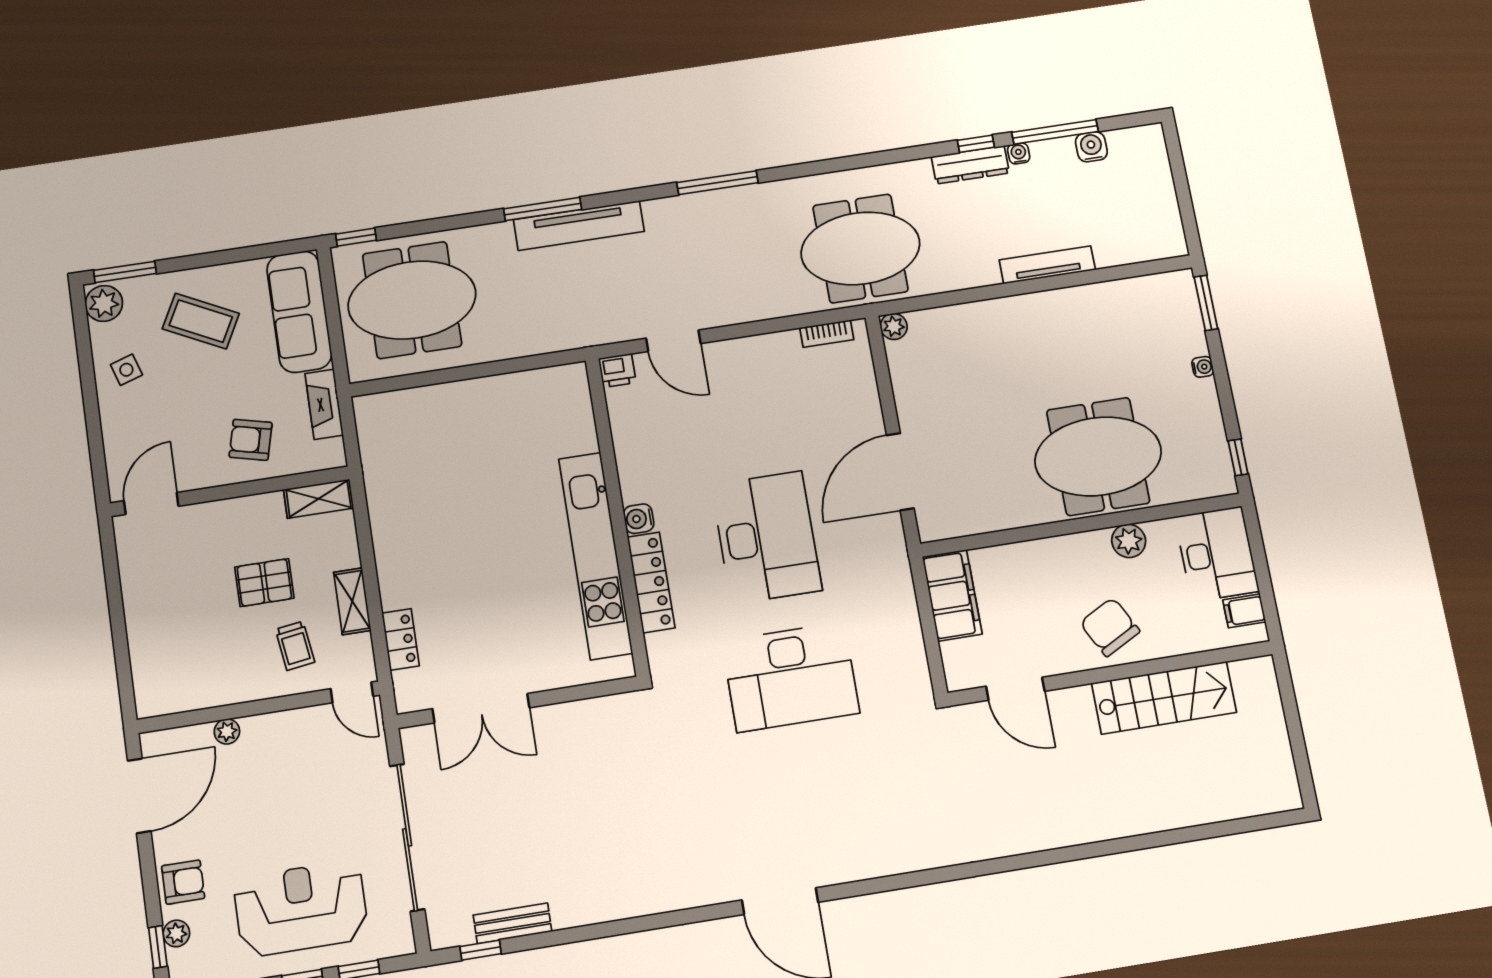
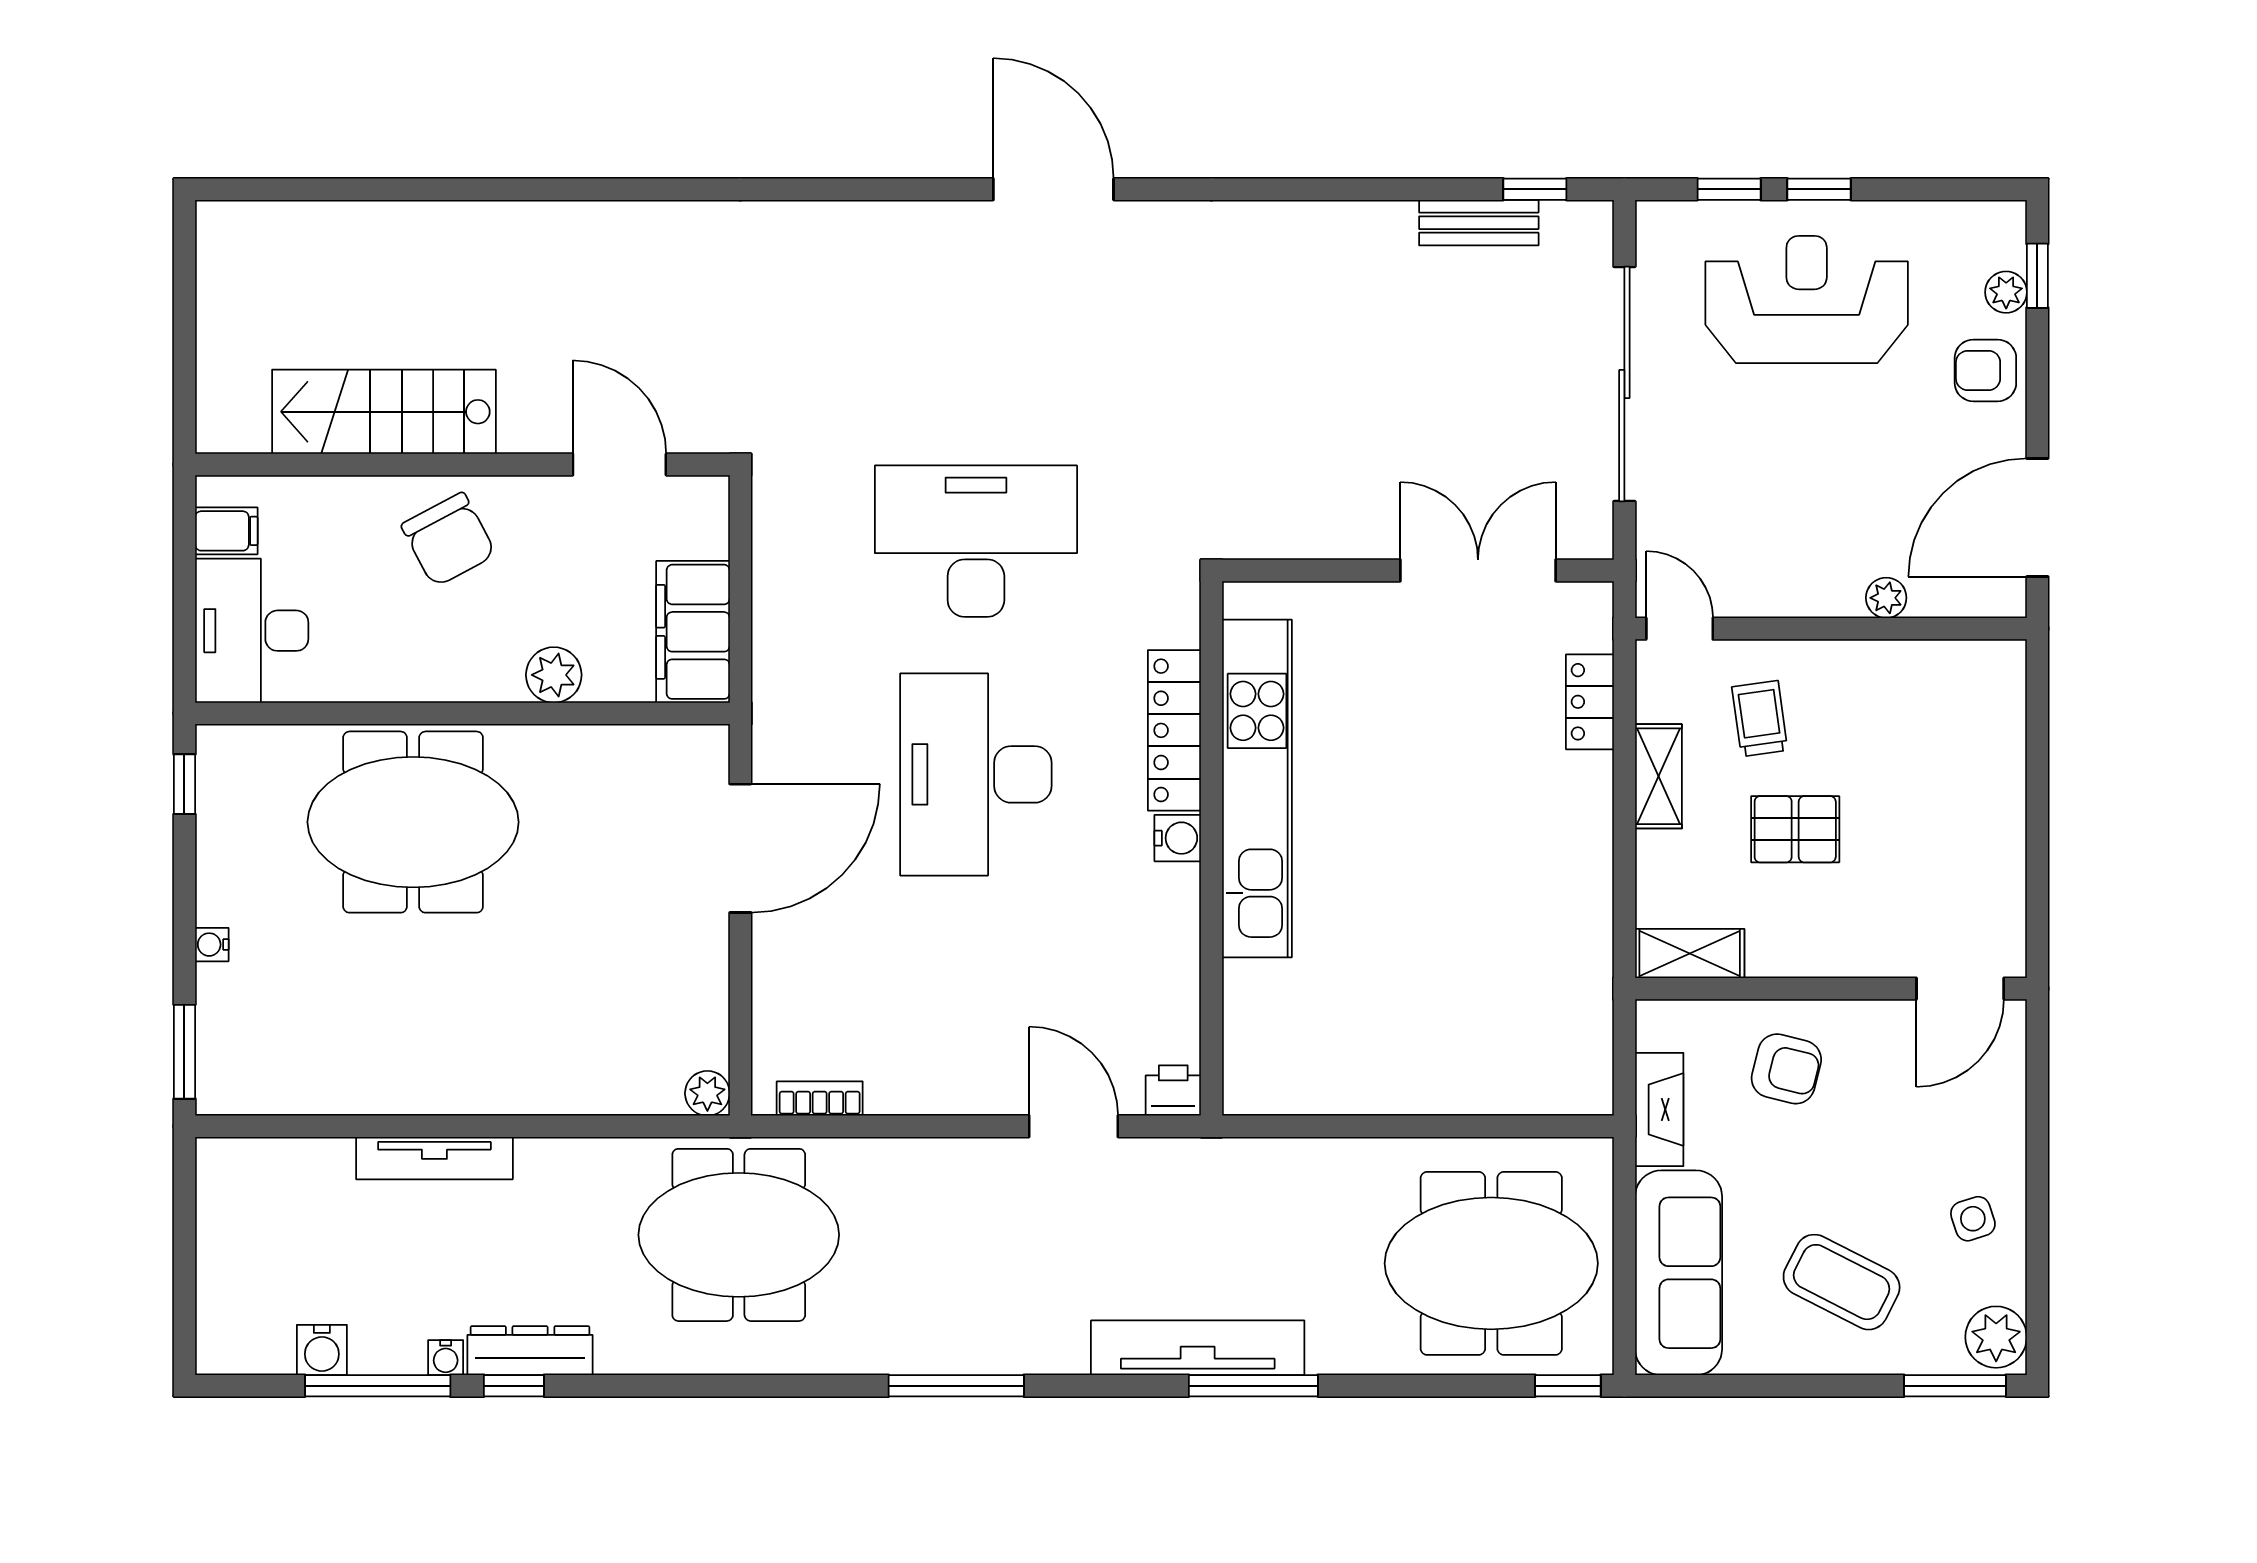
plant: (1129, 541) -> (554, 675), moved
reception desk: (301, 908) -> (1807, 299), turned 180

